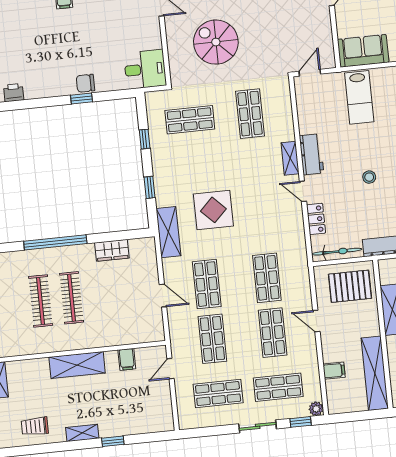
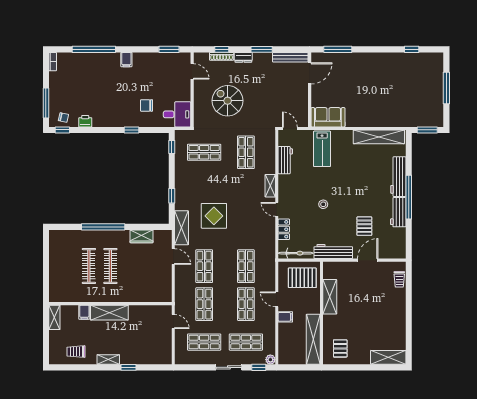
door: (310, 73) -> (290, 128), hinge flipped
chair: (85, 83) -> (147, 105), moved
window: (145, 139) -> (172, 147), moved
workbench: (311, 154) -> (285, 160), moved
door: (163, 296) -> (173, 256), moved
filing cabinet: (127, 359) -> (84, 312), moved
door: (170, 369) -> (173, 322), swing flipped
filing cabinet: (334, 371) -> (285, 317), moved

